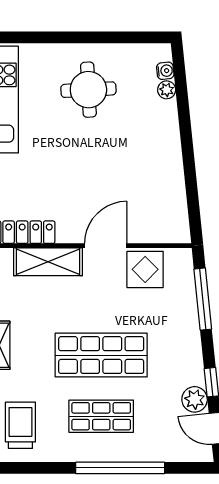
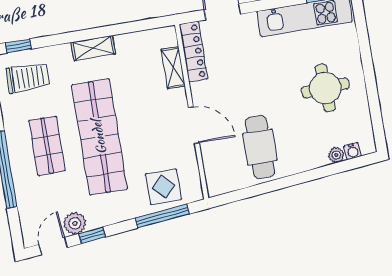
cafe table: (143, 175) -> (260, 147), added
shelving: (48, 262) -> (173, 68), width x0.67, depth x0.75
display table: (145, 269) -> (164, 187), moved
shop shelf: (101, 355) -> (99, 137), width x1.40

